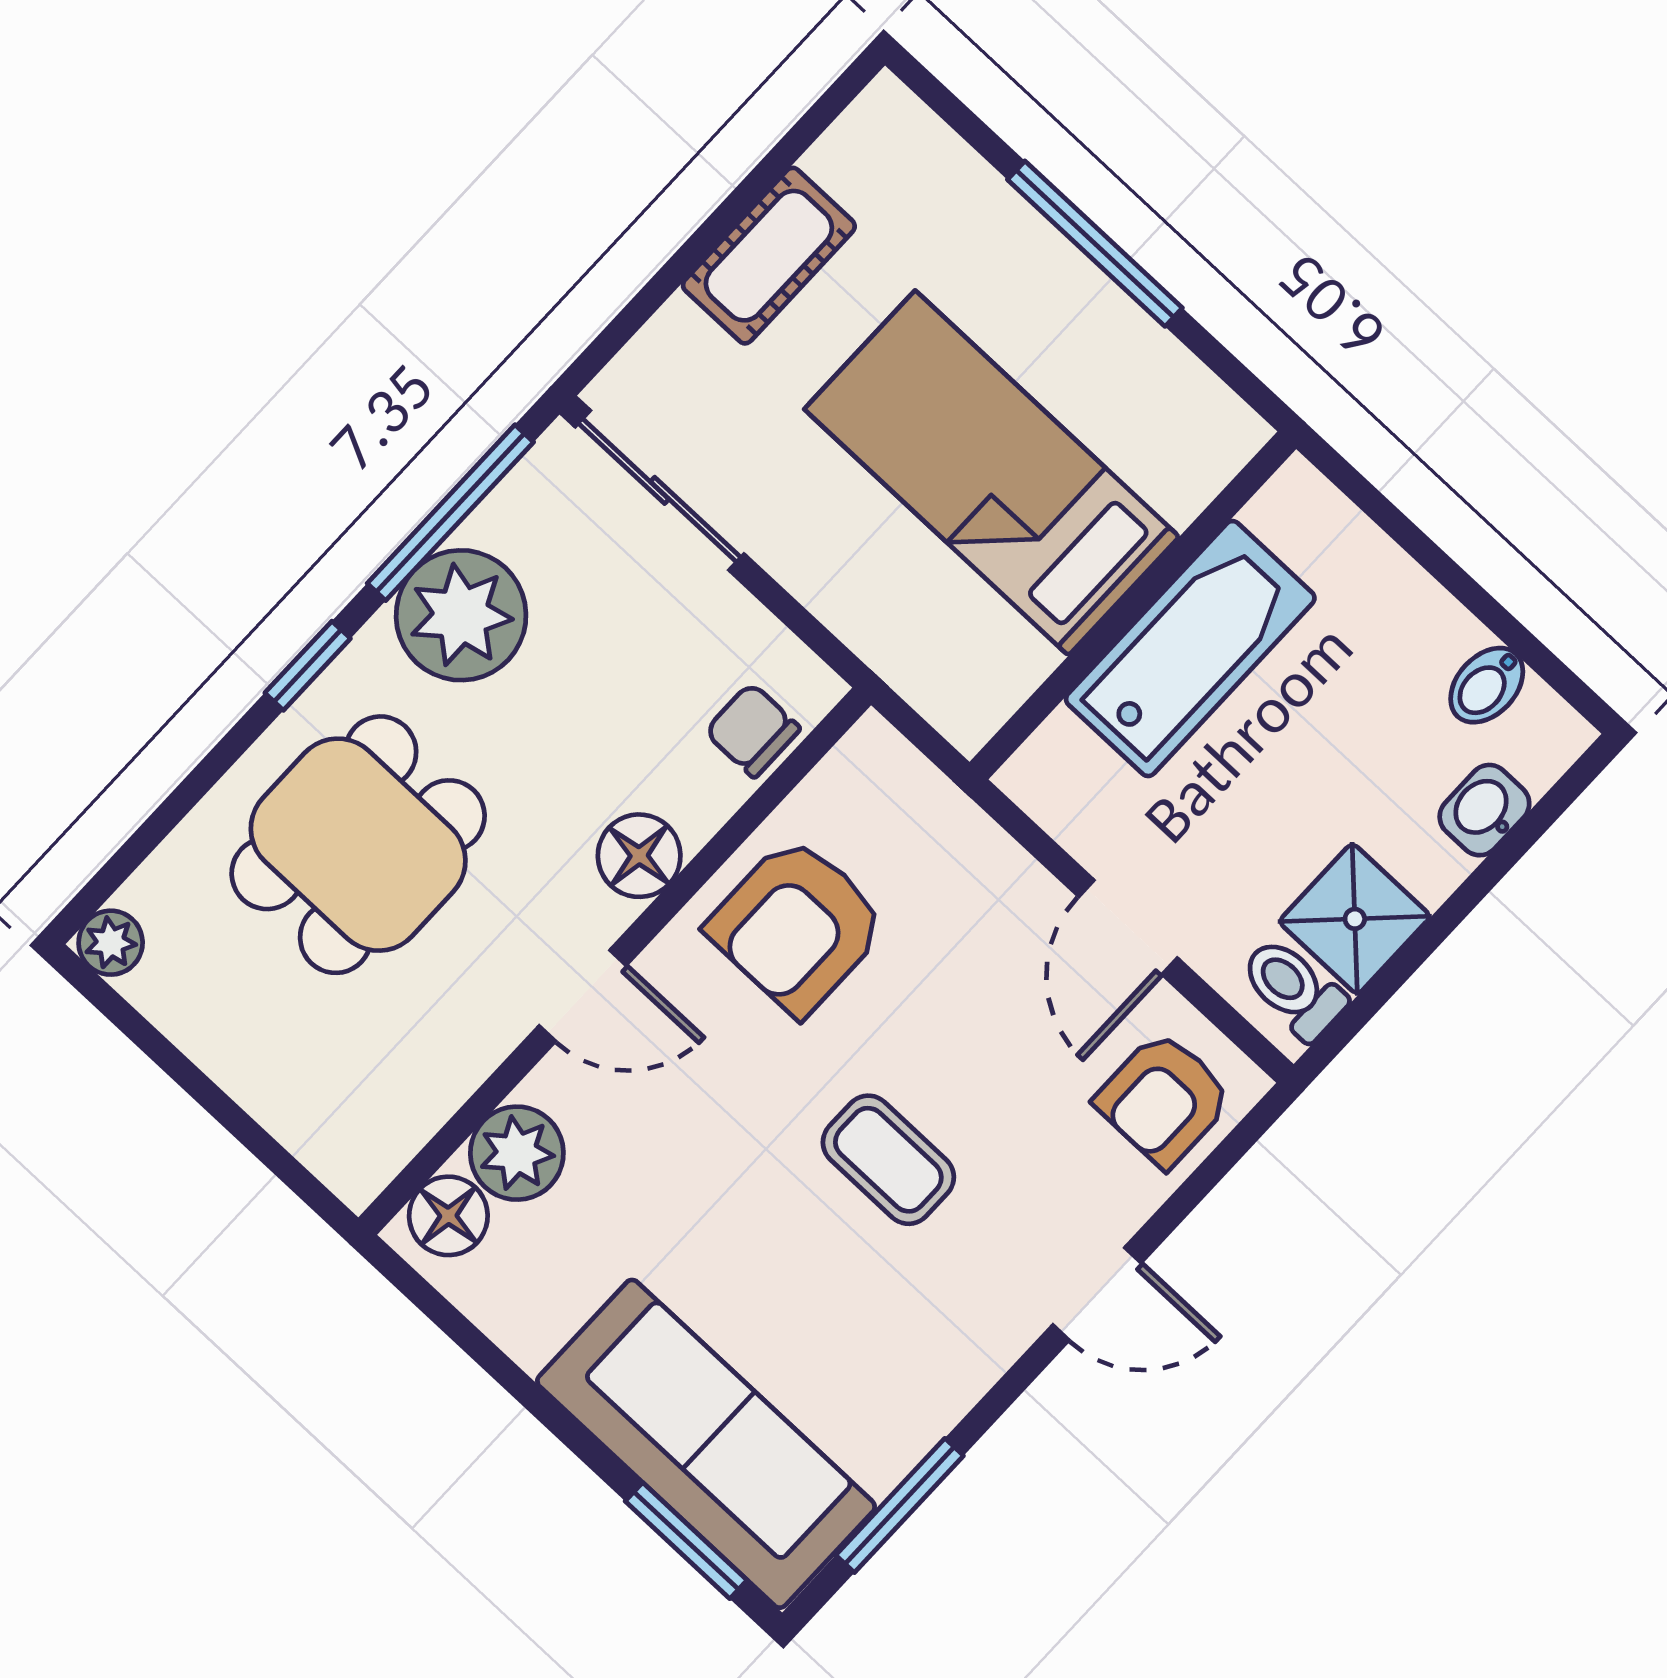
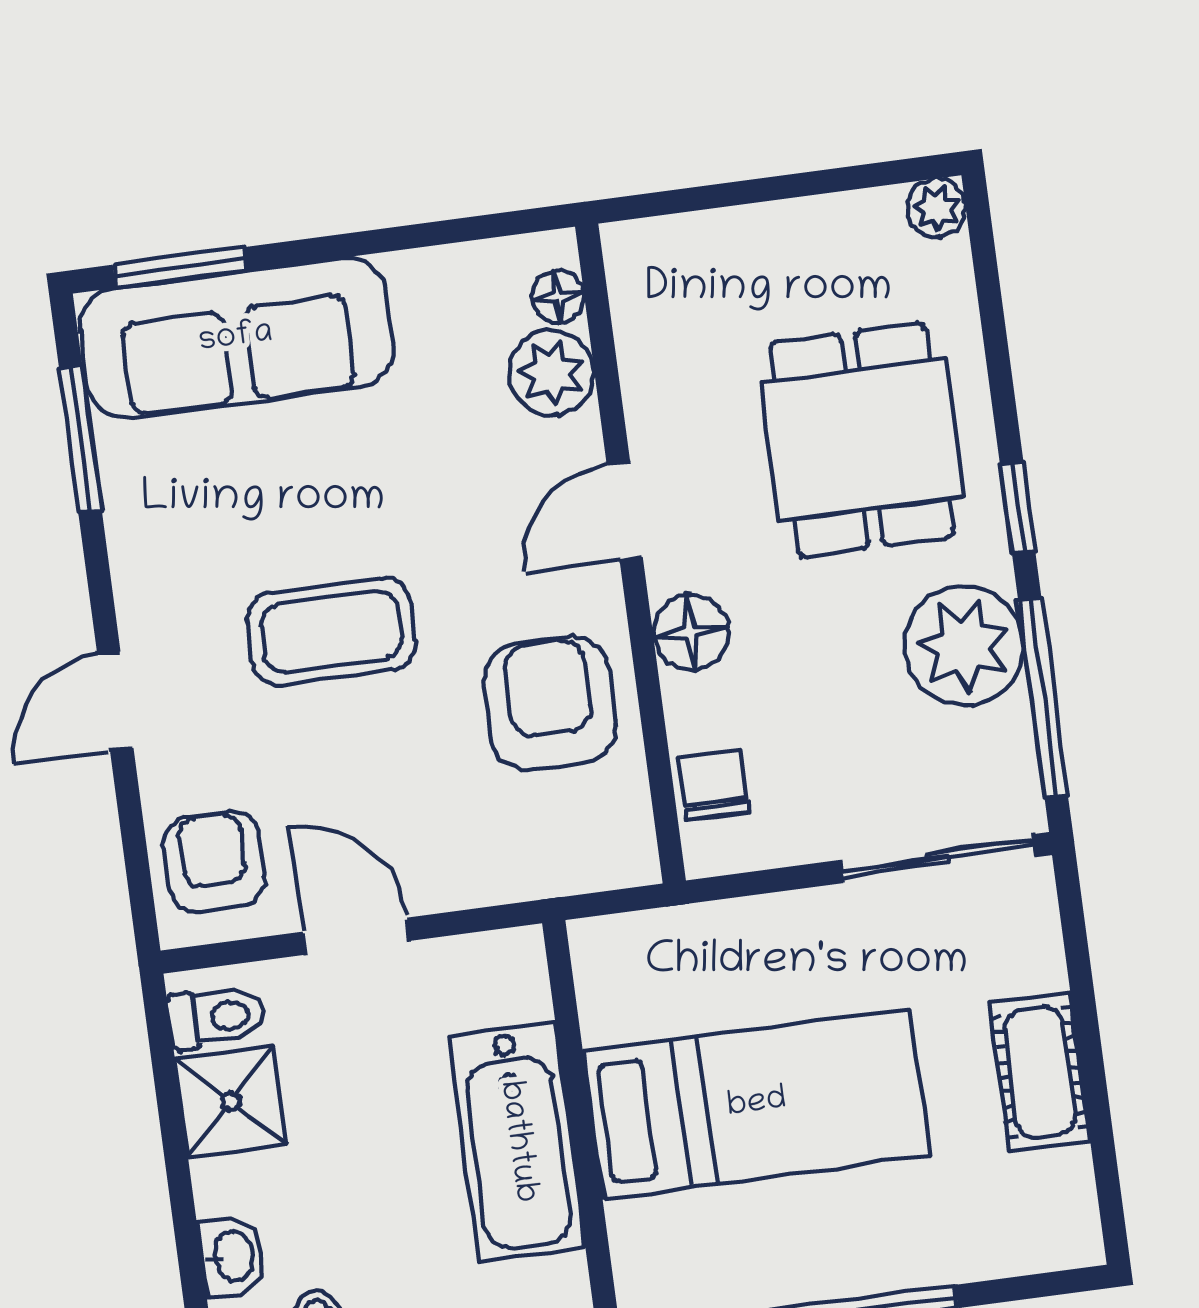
chair: (753, 730) -> (714, 785), turned -90
coffee table: (888, 1160) -> (331, 632), width x1.36, depth x1.30
floor lamp: (448, 1216) -> (558, 296), width x0.73, depth x0.73

